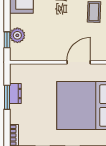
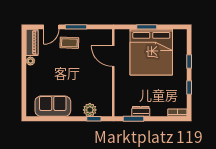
window: (7, 97) -> (134, 119), moved

